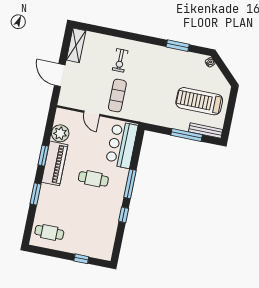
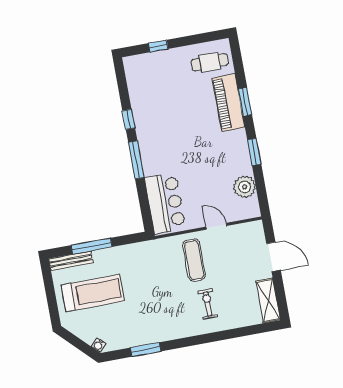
piano: (55, 163) -> (228, 103), moved
cafe table: (93, 179) -> (183, 148), removed

